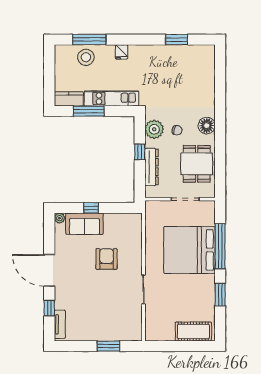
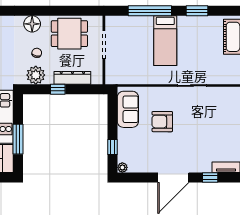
window: (91, 208) -> (112, 147), moved
sofa: (84, 224) -> (128, 109), moved
bed: (189, 250) -> (165, 41), width x0.49

